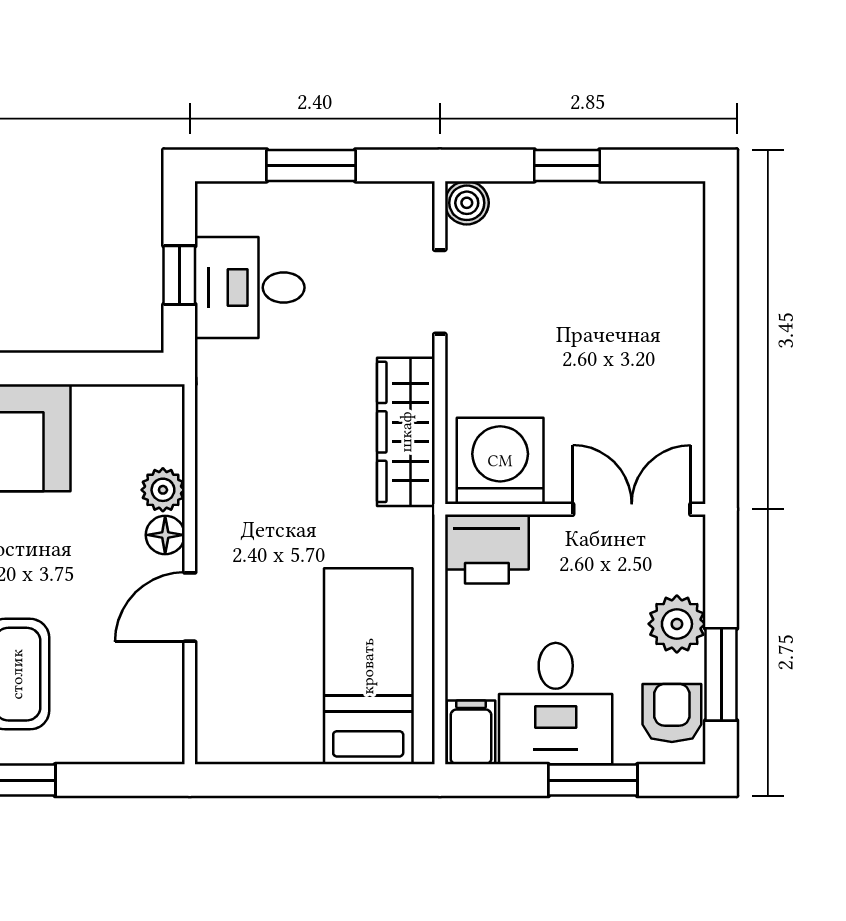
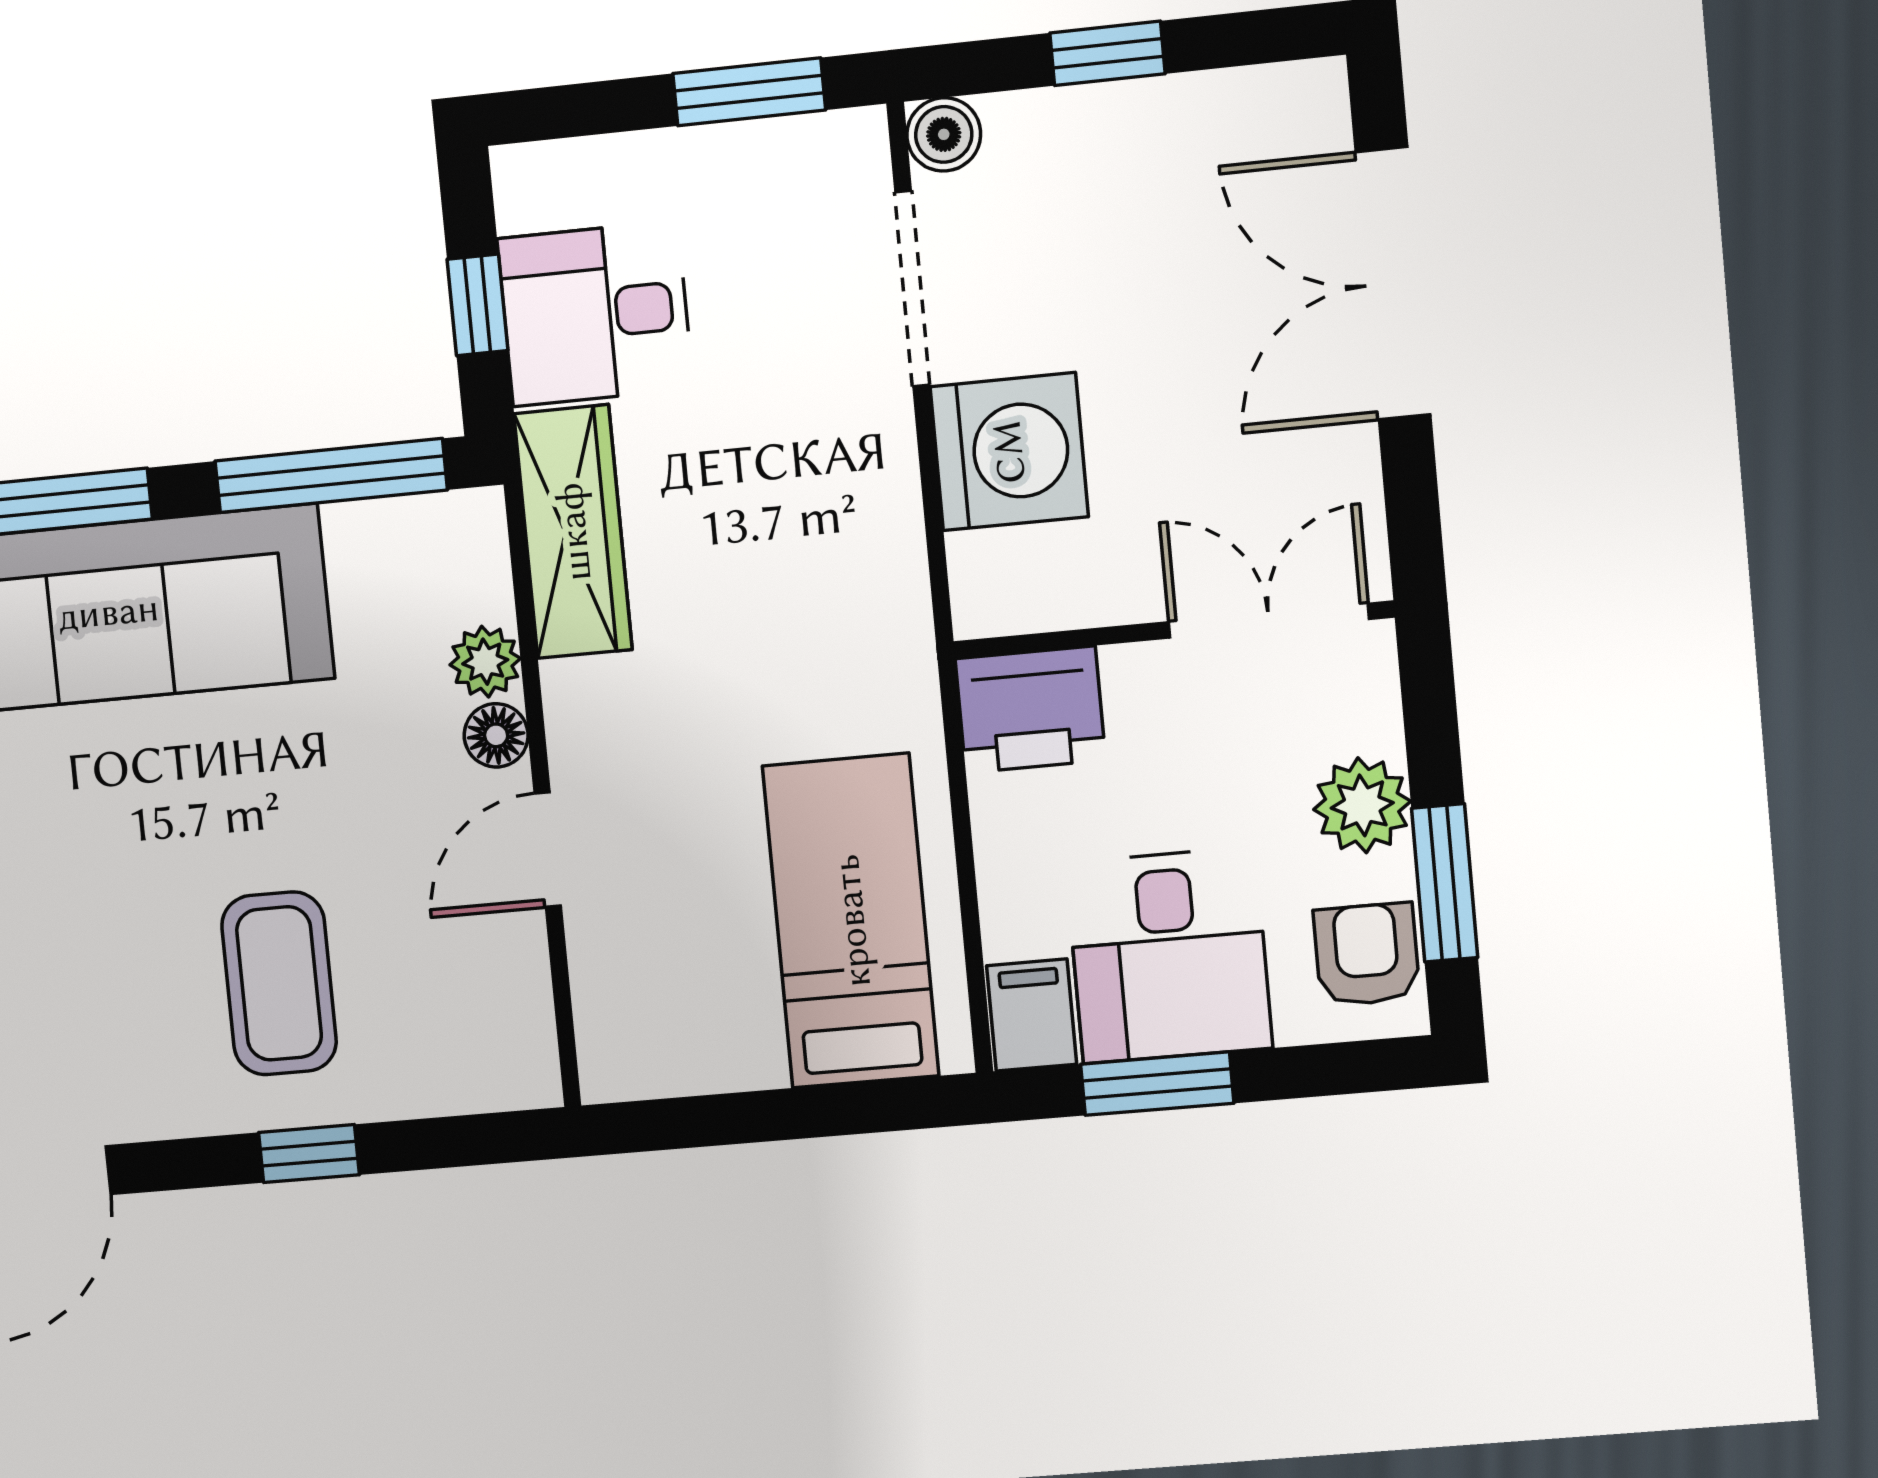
window: (311, 165) -> (749, 92), moved
doorway: (440, 292) -> (912, 289), width x1.38
double door: (721, 318) -> (1393, 283), added
window: (80, 369) -> (331, 476), added
wardrobe: (406, 432) -> (573, 532), moved, turned 180
washing machine: (500, 461) -> (1009, 452), moved, turned 90
window: (593, 780) -> (1157, 1084), moved

